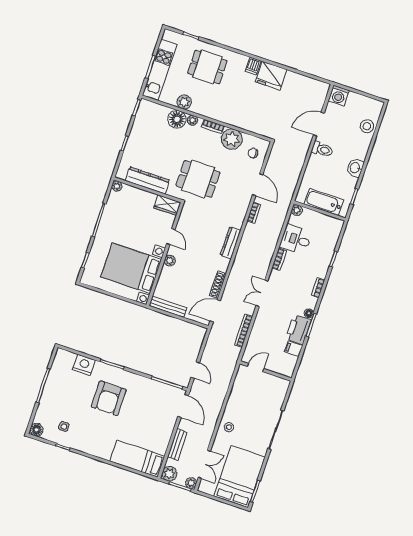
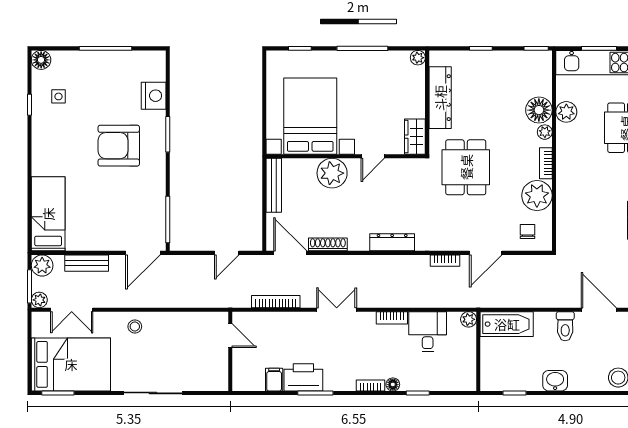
bathtub: (324, 202) -> (507, 324), moved, turned 90
plant: (170, 261) -> (332, 173), width x1.87, depth x1.87
floor lamp: (309, 313) -> (393, 384), moved
door: (195, 370) -> (227, 253), moved

